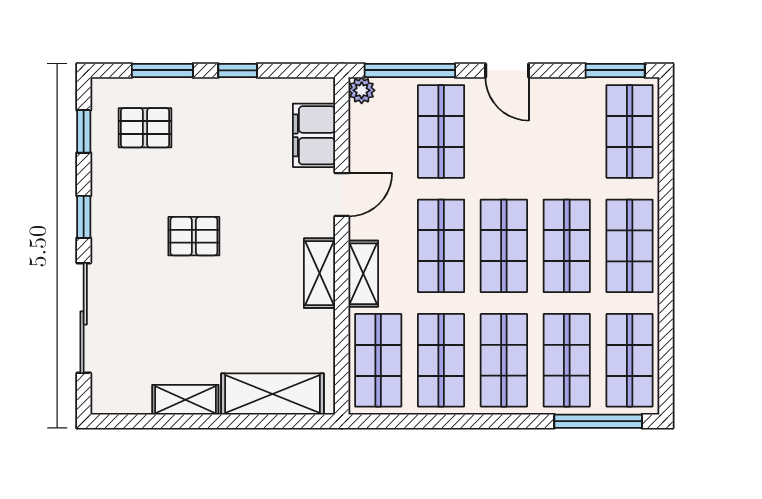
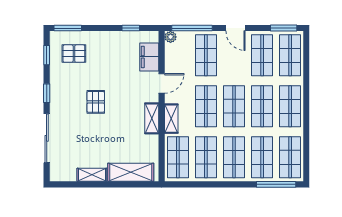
window: (162, 70) -> (68, 28), moved
window: (238, 70) -> (131, 28), moved
shop shelf: (567, 131) -> (262, 55), added
pallet: (194, 236) -> (96, 102), turned 90

